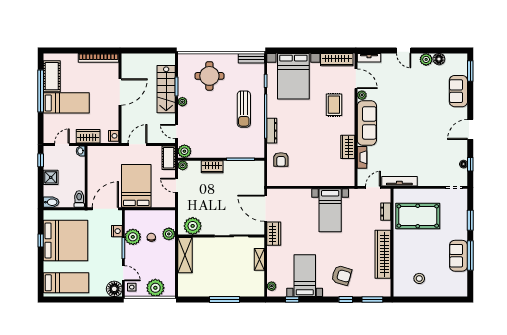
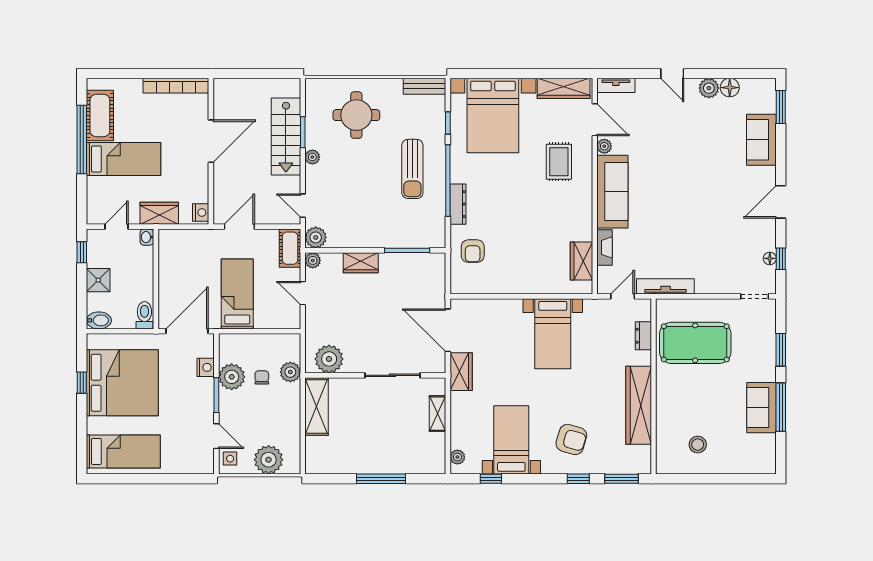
wardrobe: (348, 147) -> (581, 261), moved
bed: (136, 186) -> (237, 294), width x0.67
floor lamp: (114, 289) -> (202, 461), removed

